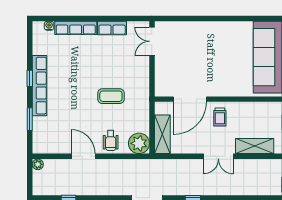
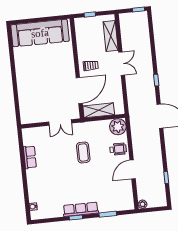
row of seats: (76, 28) -> (33, 186), removed
double door: (152, 41) -> (60, 122), moved
row of seats: (39, 86) -> (81, 209), width x0.73
door: (190, 99) -> (79, 90), hinge flipped
shelving: (162, 134) -> (99, 110), moved

